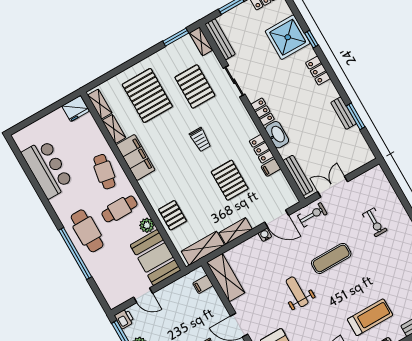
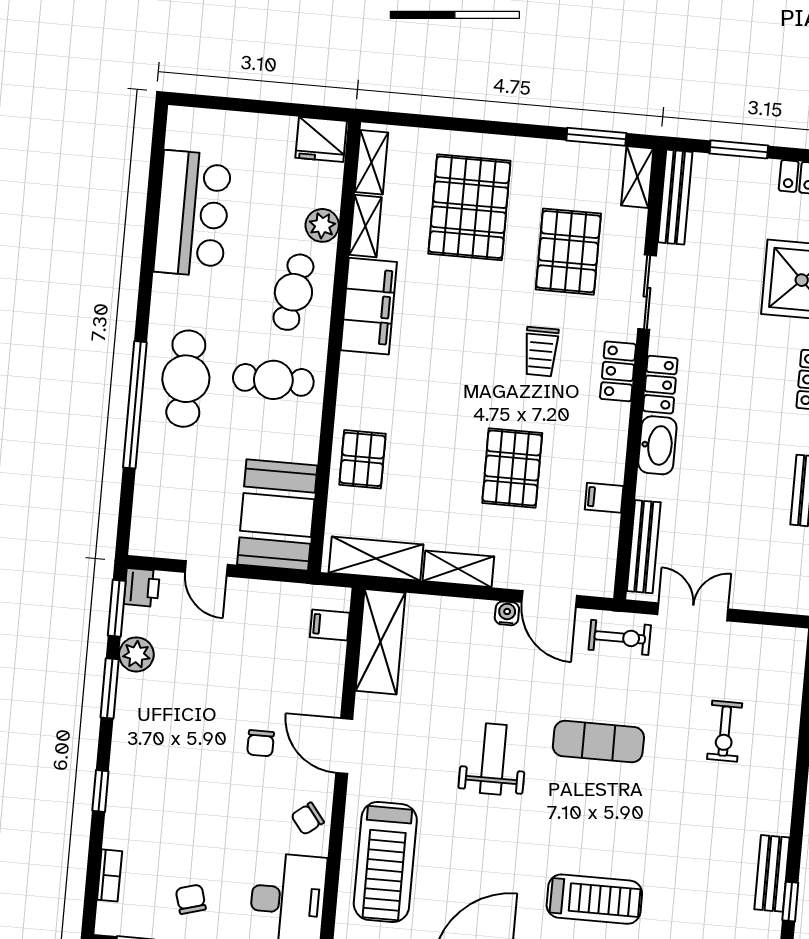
trolley: (200, 140) -> (541, 352), moved
locker: (262, 149) -> (618, 371), moved
plant: (147, 225) -> (322, 225), moved

